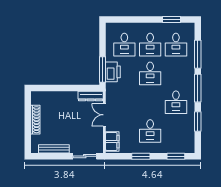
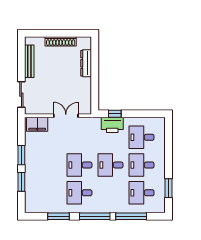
window: (103, 69) -> (115, 114), width x0.46
dresser: (91, 96) -> (86, 63), moved
desk: (150, 131) -> (79, 165), moved
window: (176, 156) -> (21, 182), moved

